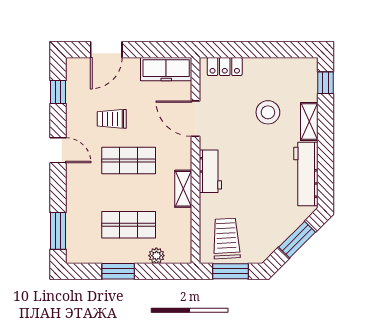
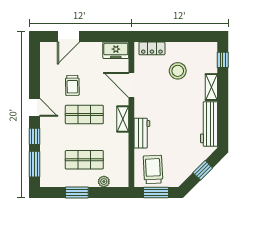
freezer: (166, 69) -> (116, 50), width x0.71
window: (58, 92) -> (35, 136), moved
stool: (268, 112) -> (178, 71), moved
trolley: (112, 119) -> (72, 85), turned -91
workbench: (210, 171) -> (142, 133), moved
shelving: (183, 189) -> (123, 119), moved
window: (297, 240) -> (203, 170), width x0.67

